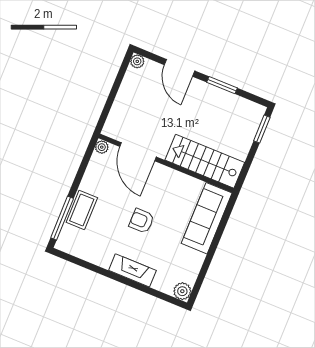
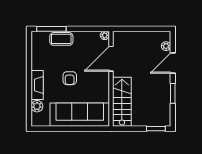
plant: (137, 61) -> (166, 46), moved
sofa: (207, 218) -> (80, 115), width x1.36, depth x1.27
armchair: (142, 221) -> (70, 78), turned 180
plant: (182, 291) -> (37, 106), moved

